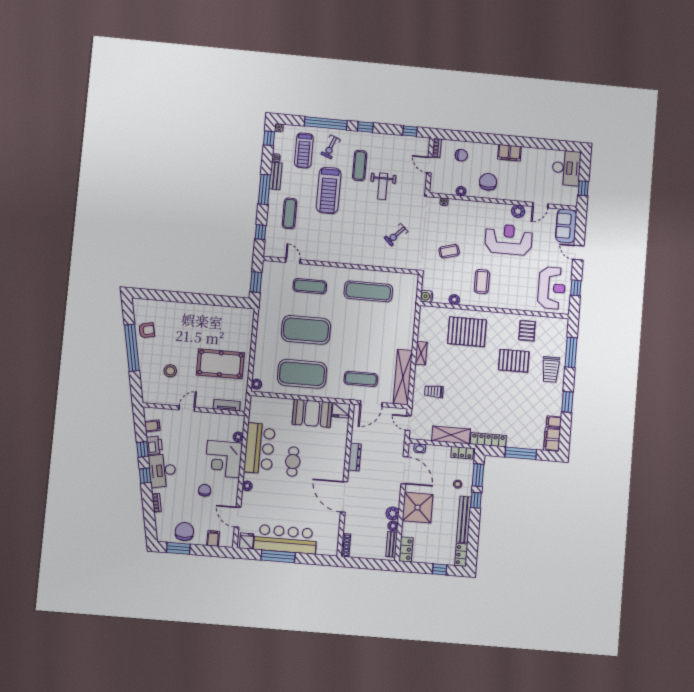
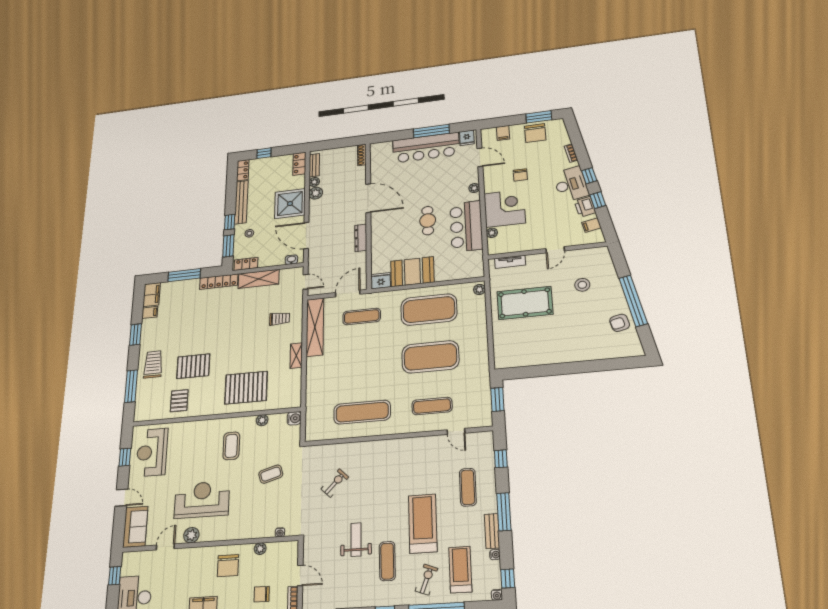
reception desk: (509, 239) -> (202, 500), turned 180

